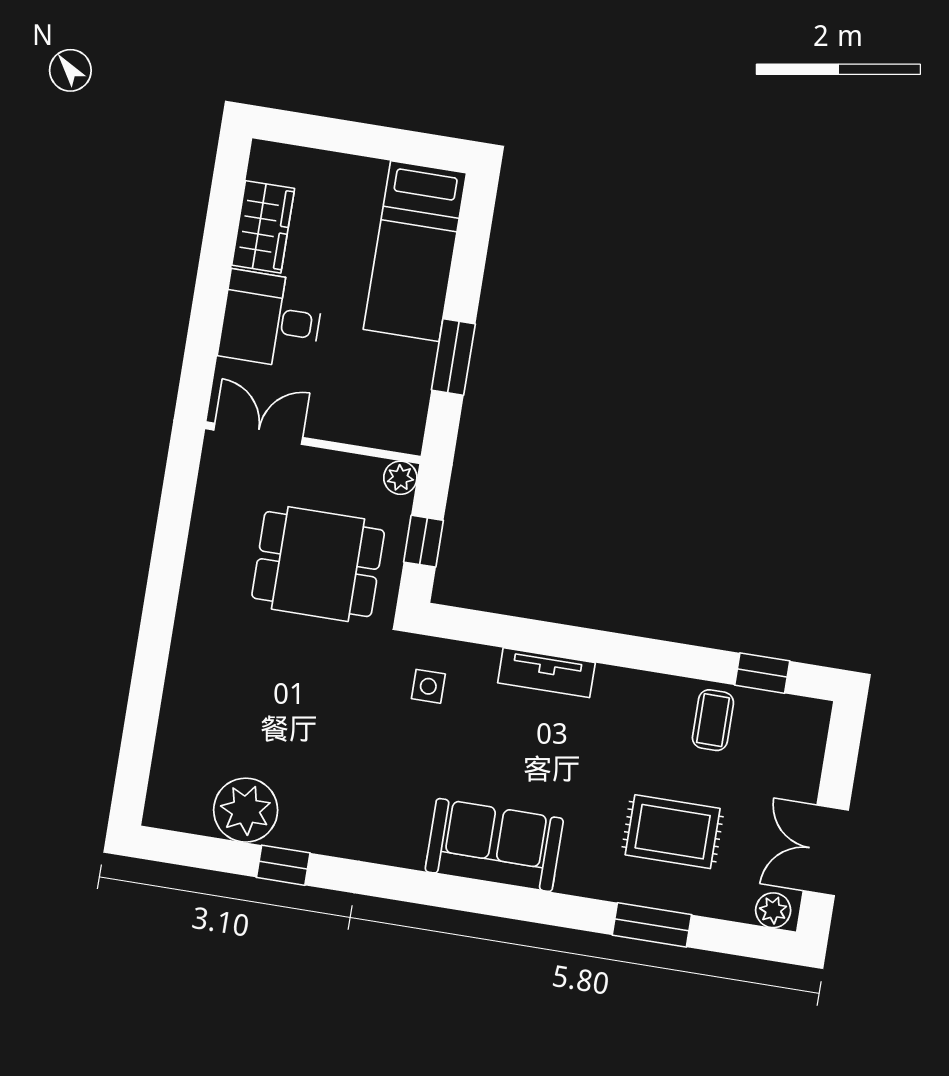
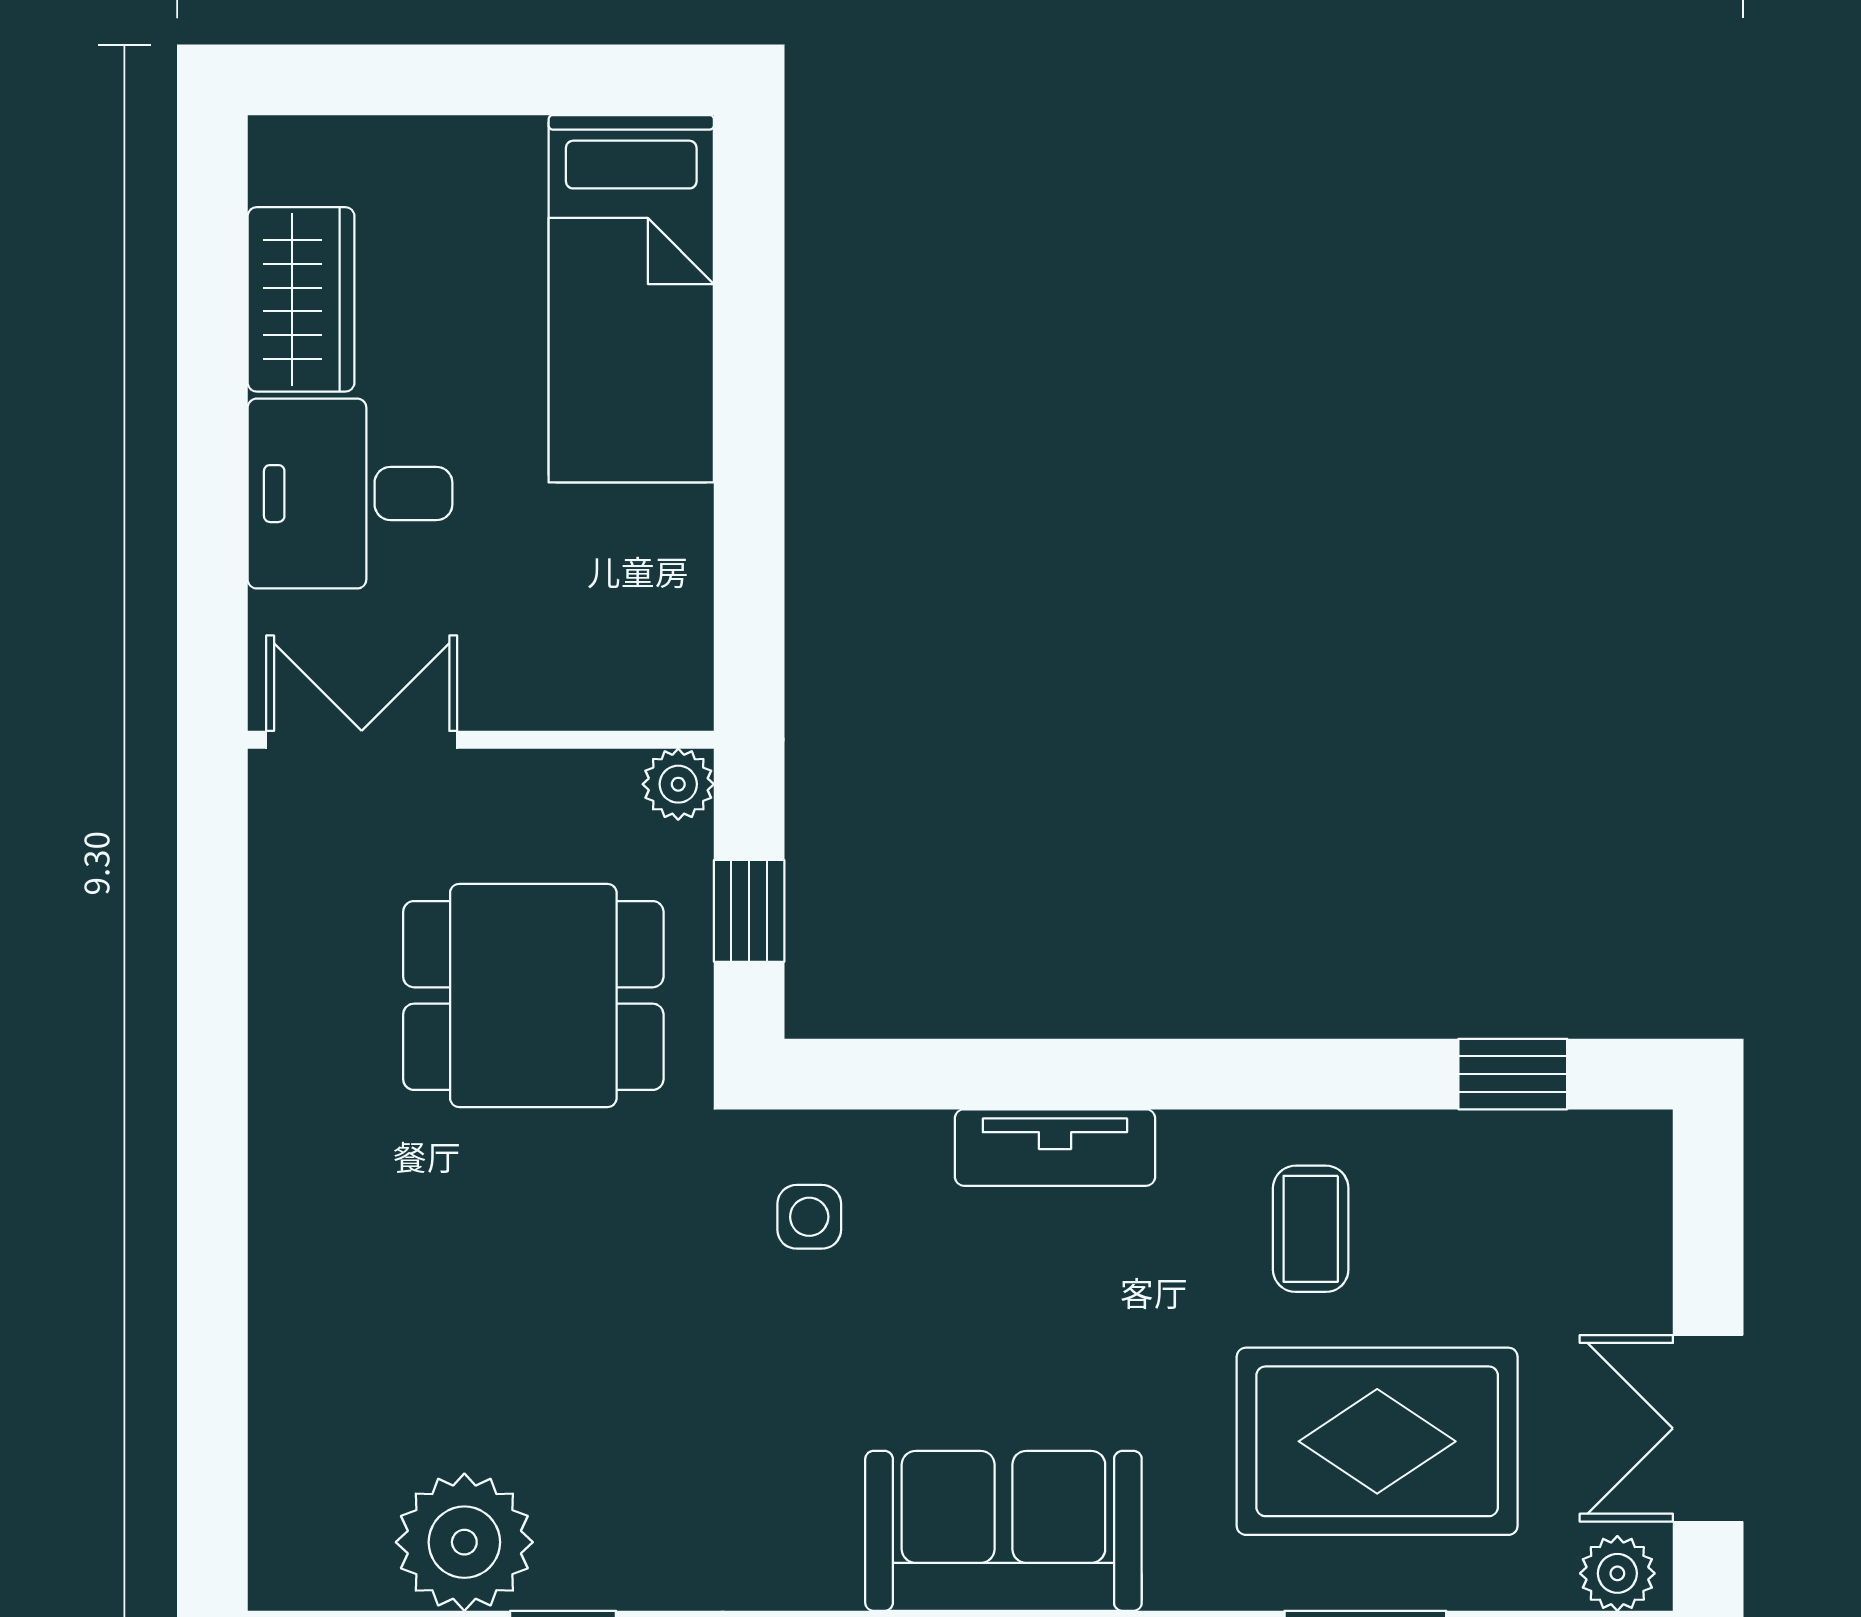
window: (453, 357) -> (749, 510), removed
coffee table: (713, 720) -> (1311, 1229), moved
rug: (673, 832) -> (1377, 1441), width x1.36, depth x1.43

